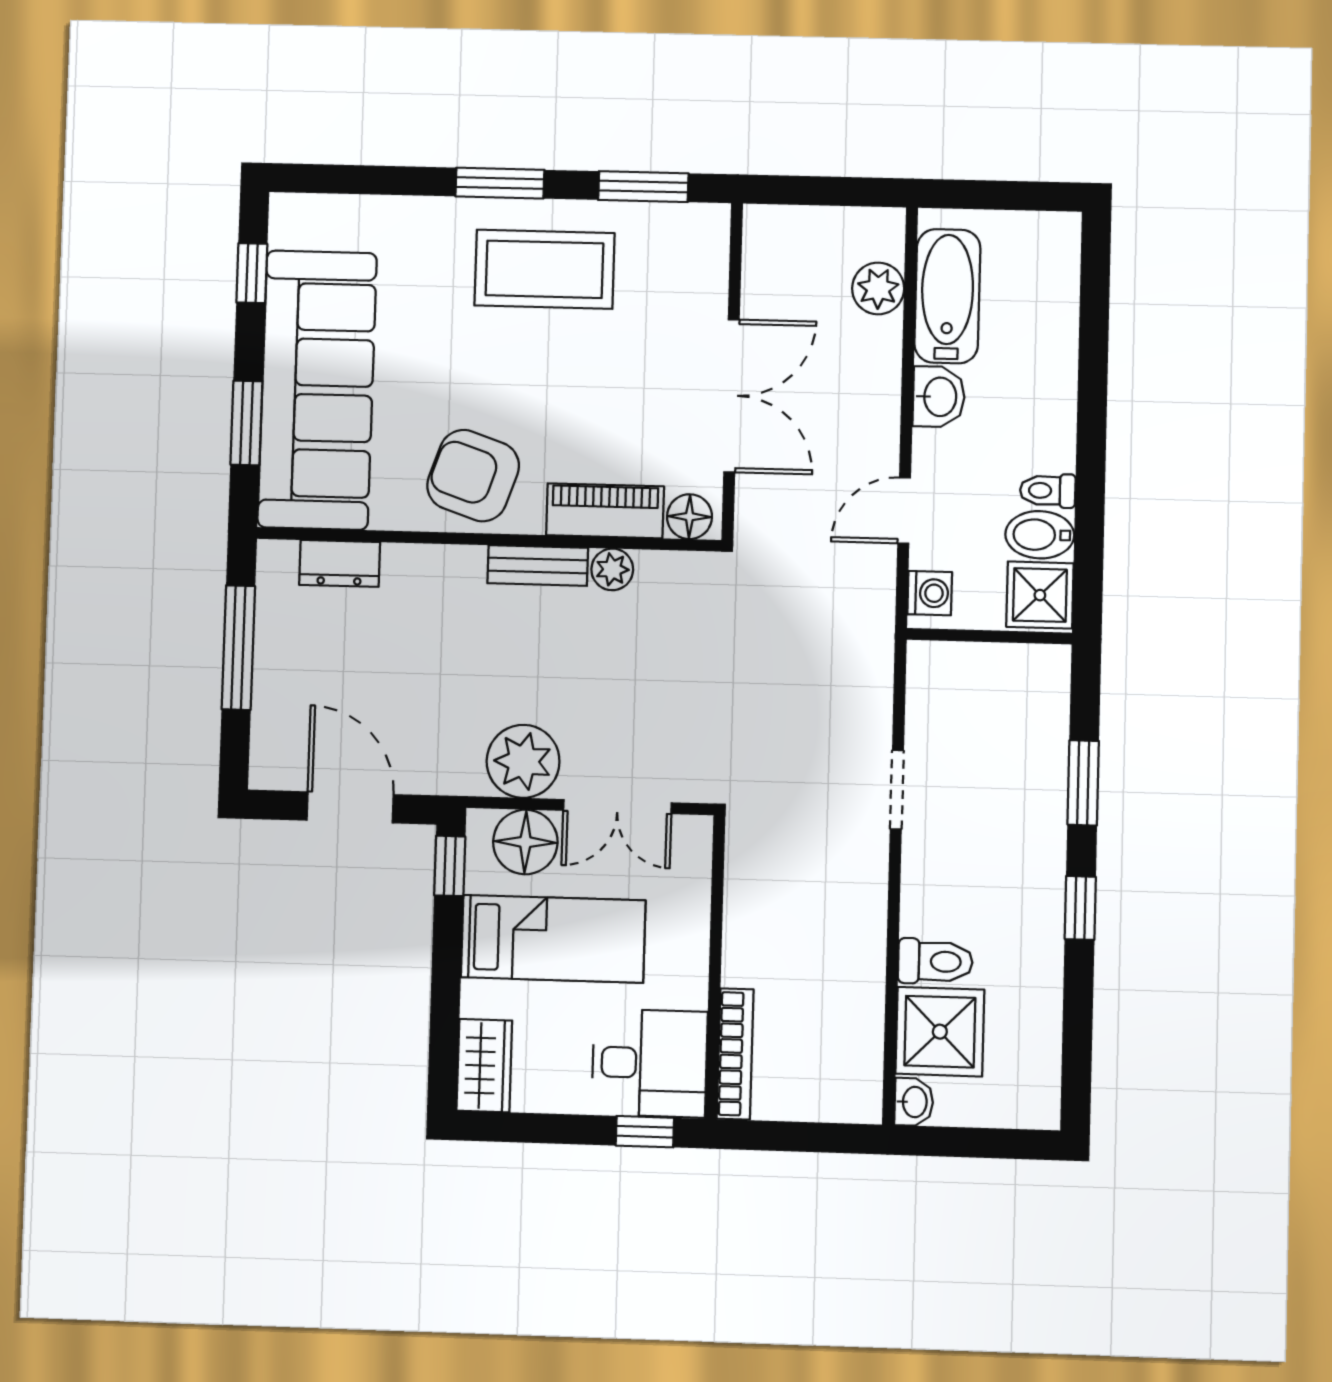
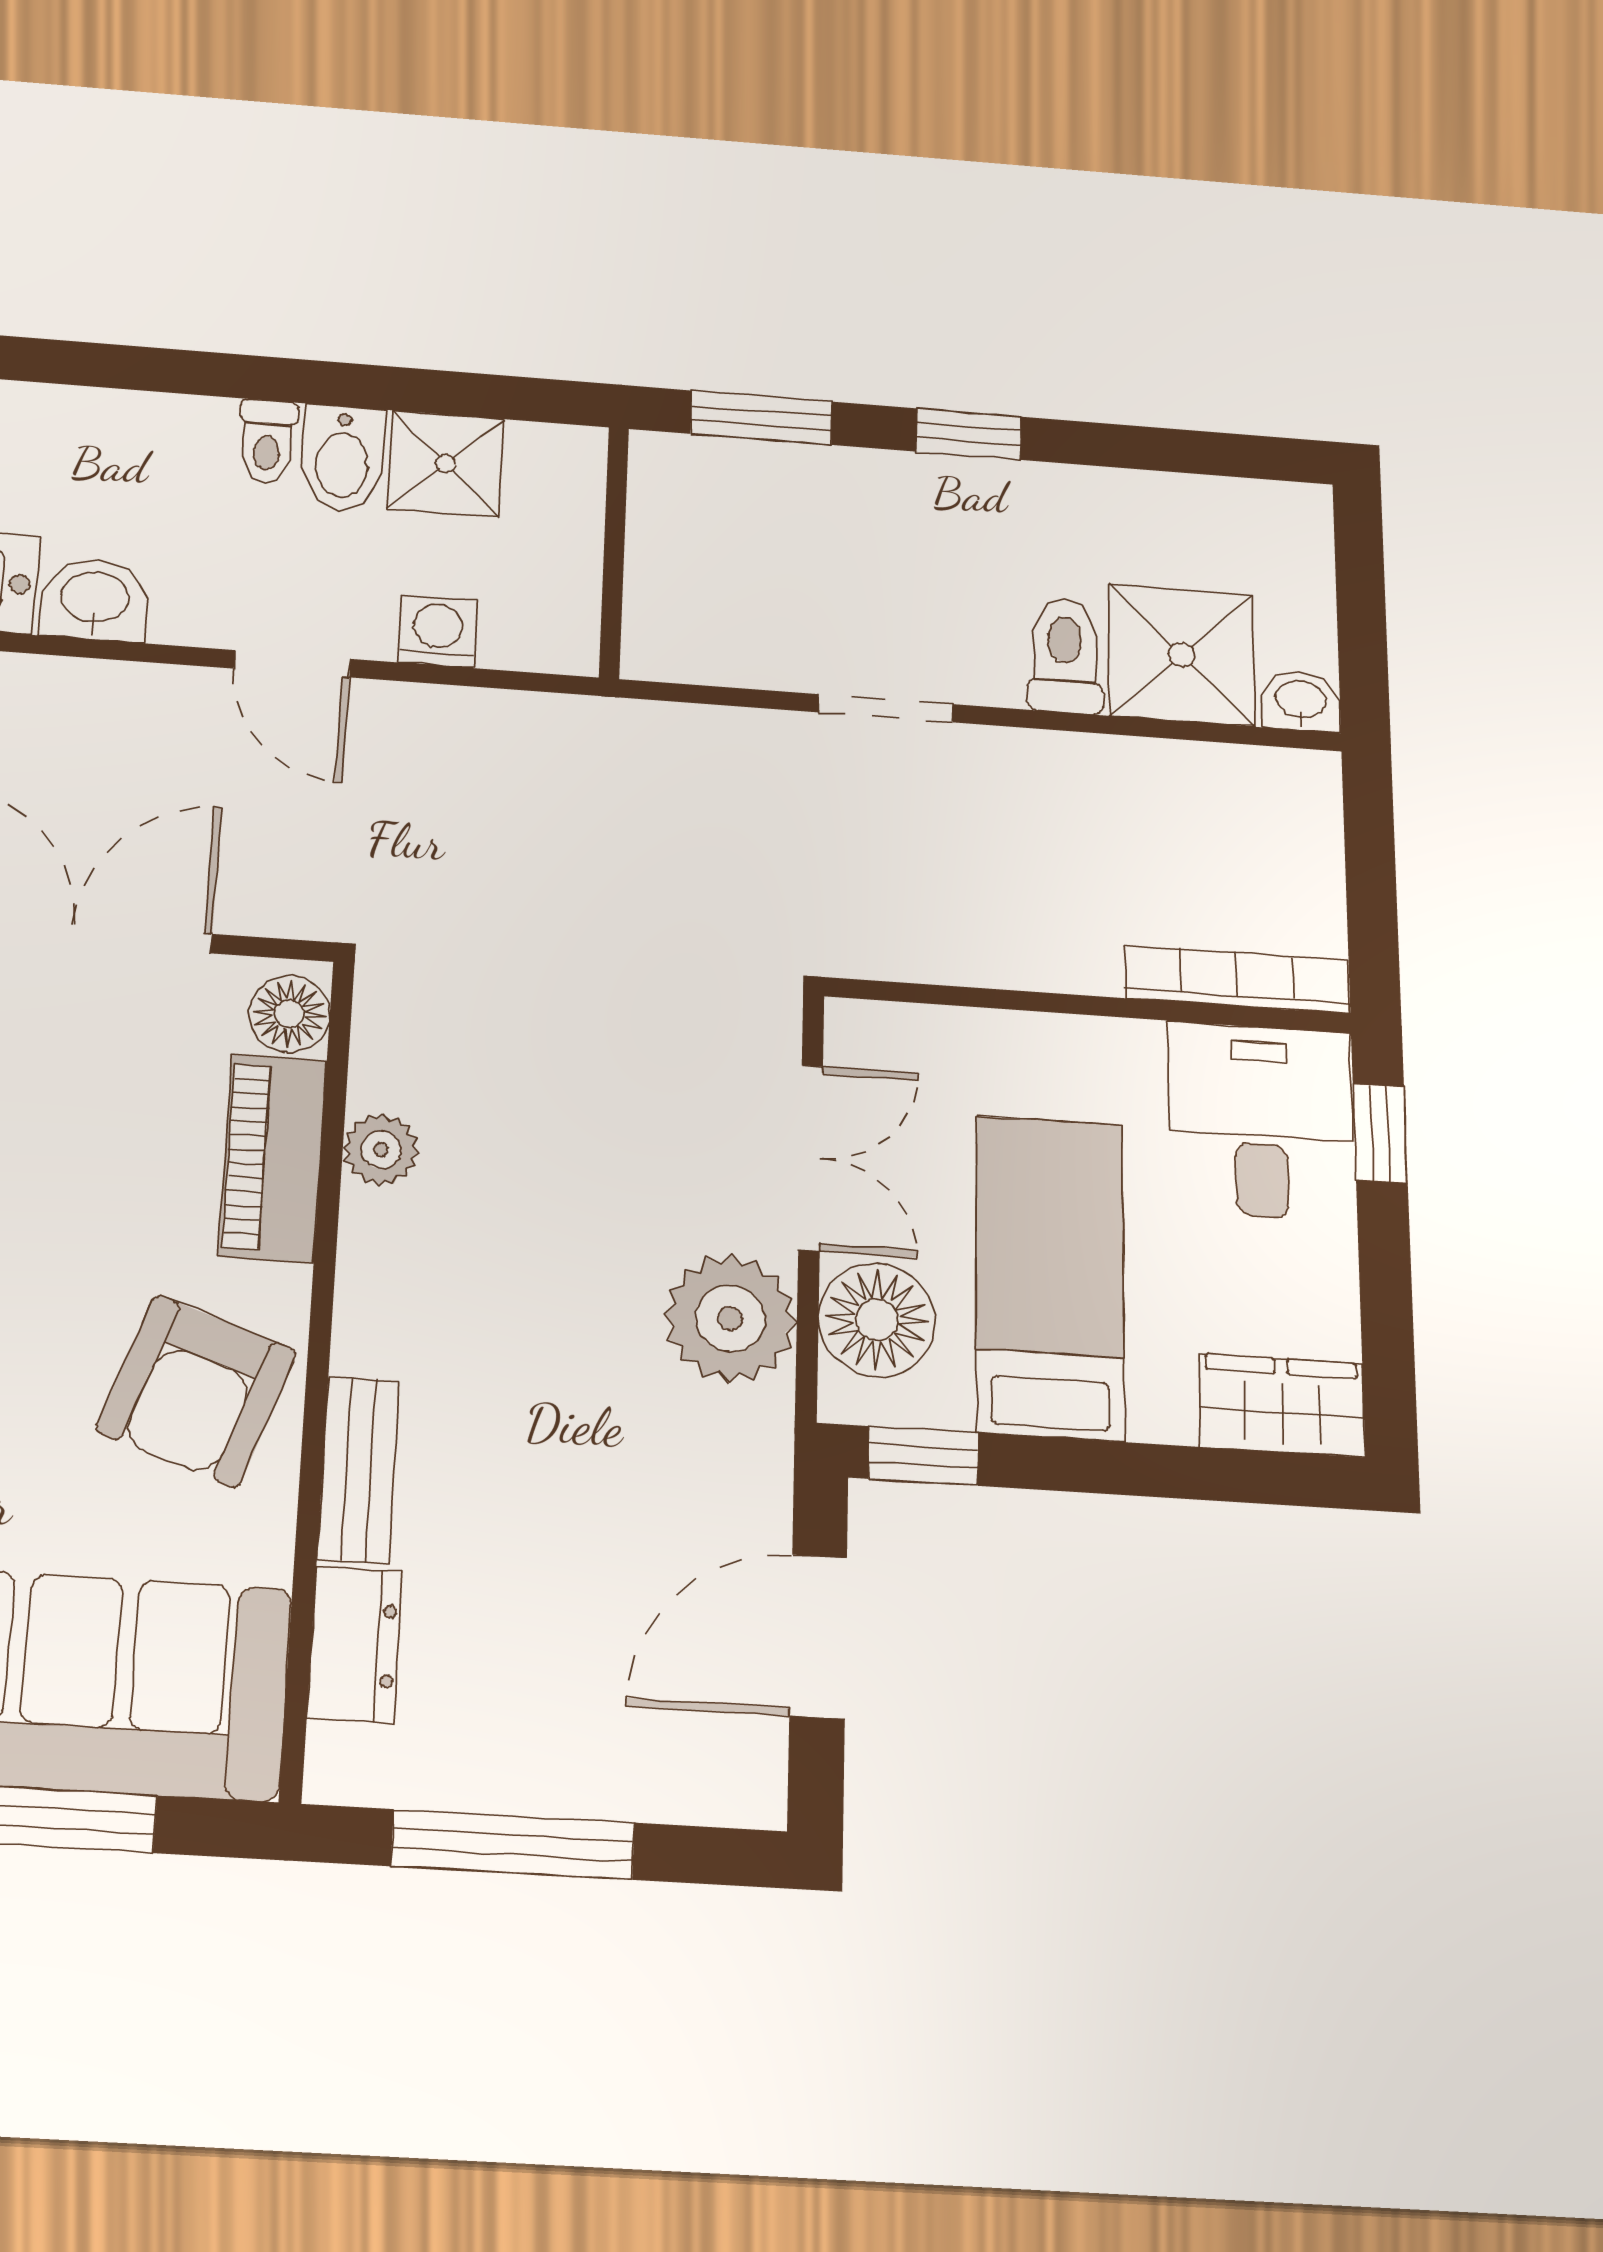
bench: (538, 566) -> (359, 1469), moved
wall: (989, 636) -> (614, 552), moved
doorway: (897, 790) -> (885, 708), moved

